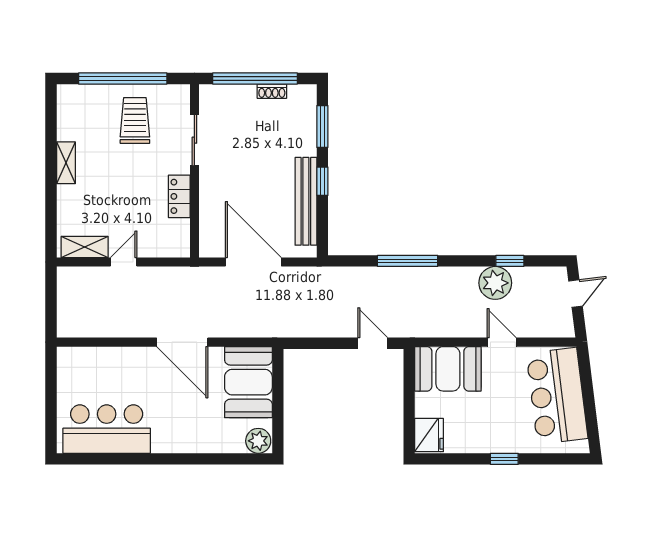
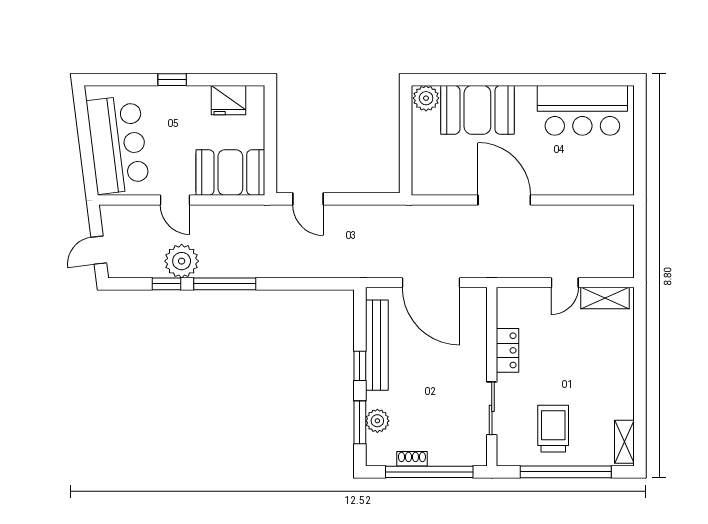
trolley: (135, 120) -> (553, 429), turned 180
plant: (305, 128) -> (377, 421), added
shelving: (66, 163) -> (624, 442), moved
window: (408, 261) -> (225, 284), moved
booth: (248, 382) -> (477, 110), moved, turned 90
fridge: (429, 435) -> (229, 100), moved, turned -90

